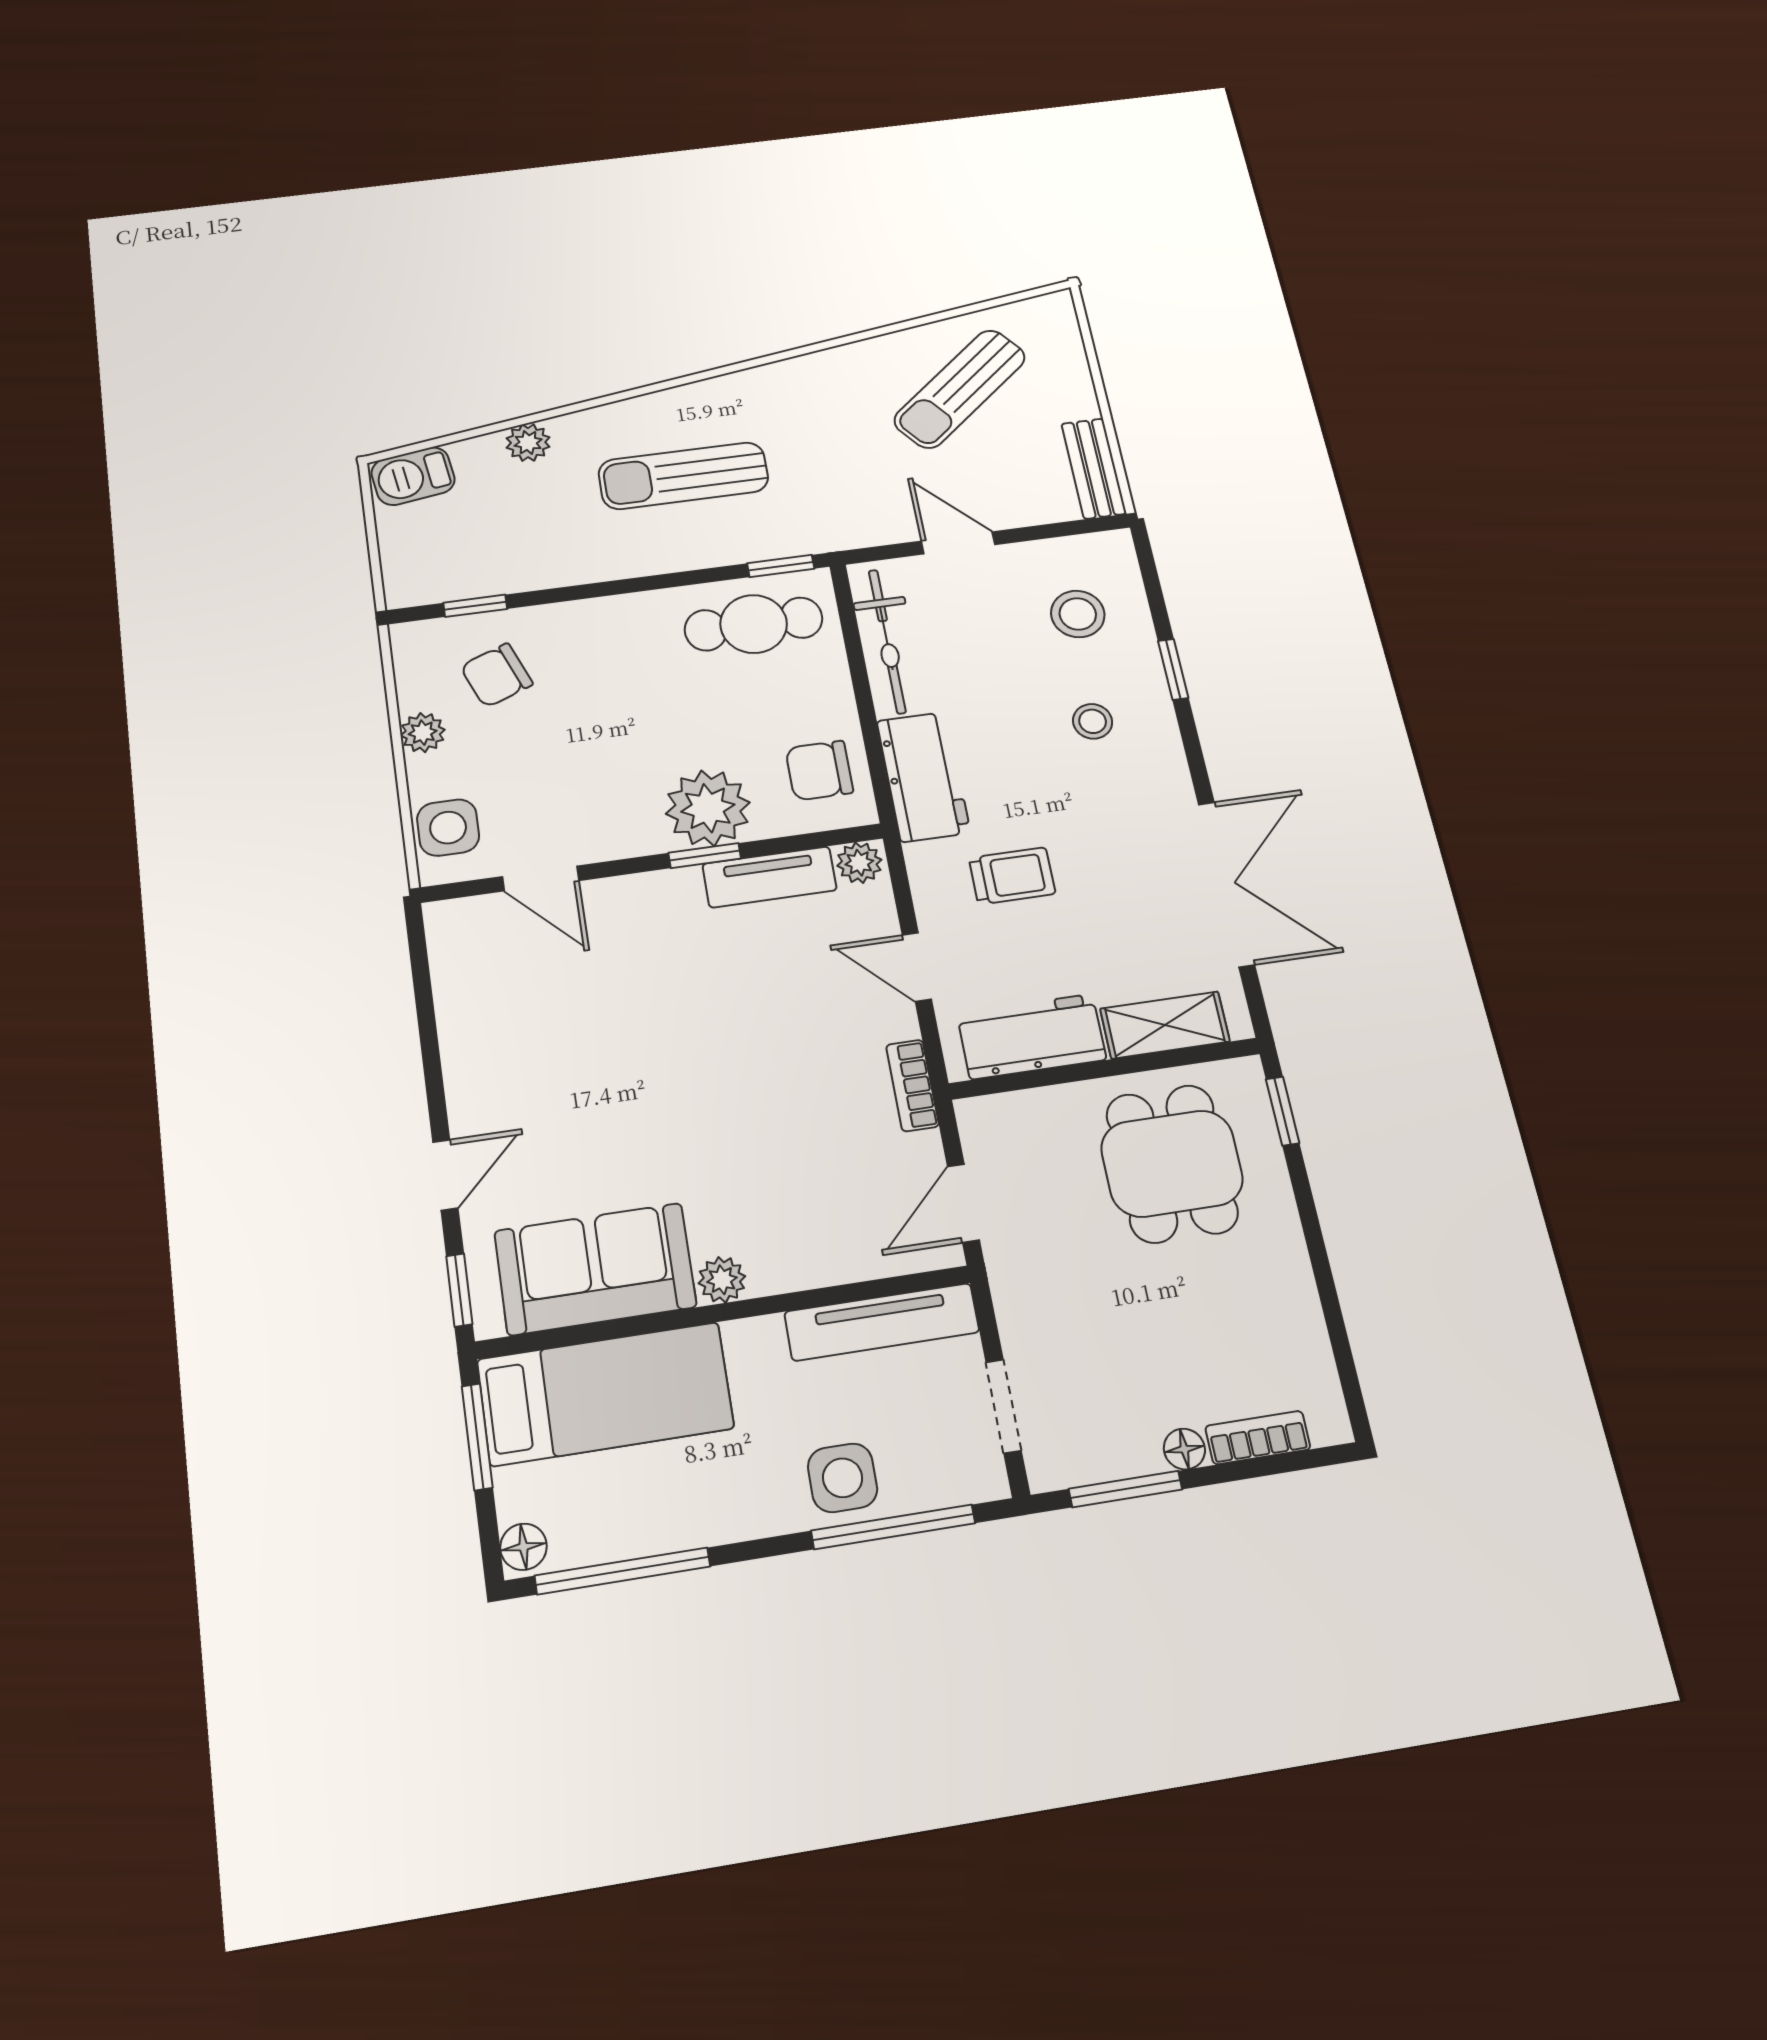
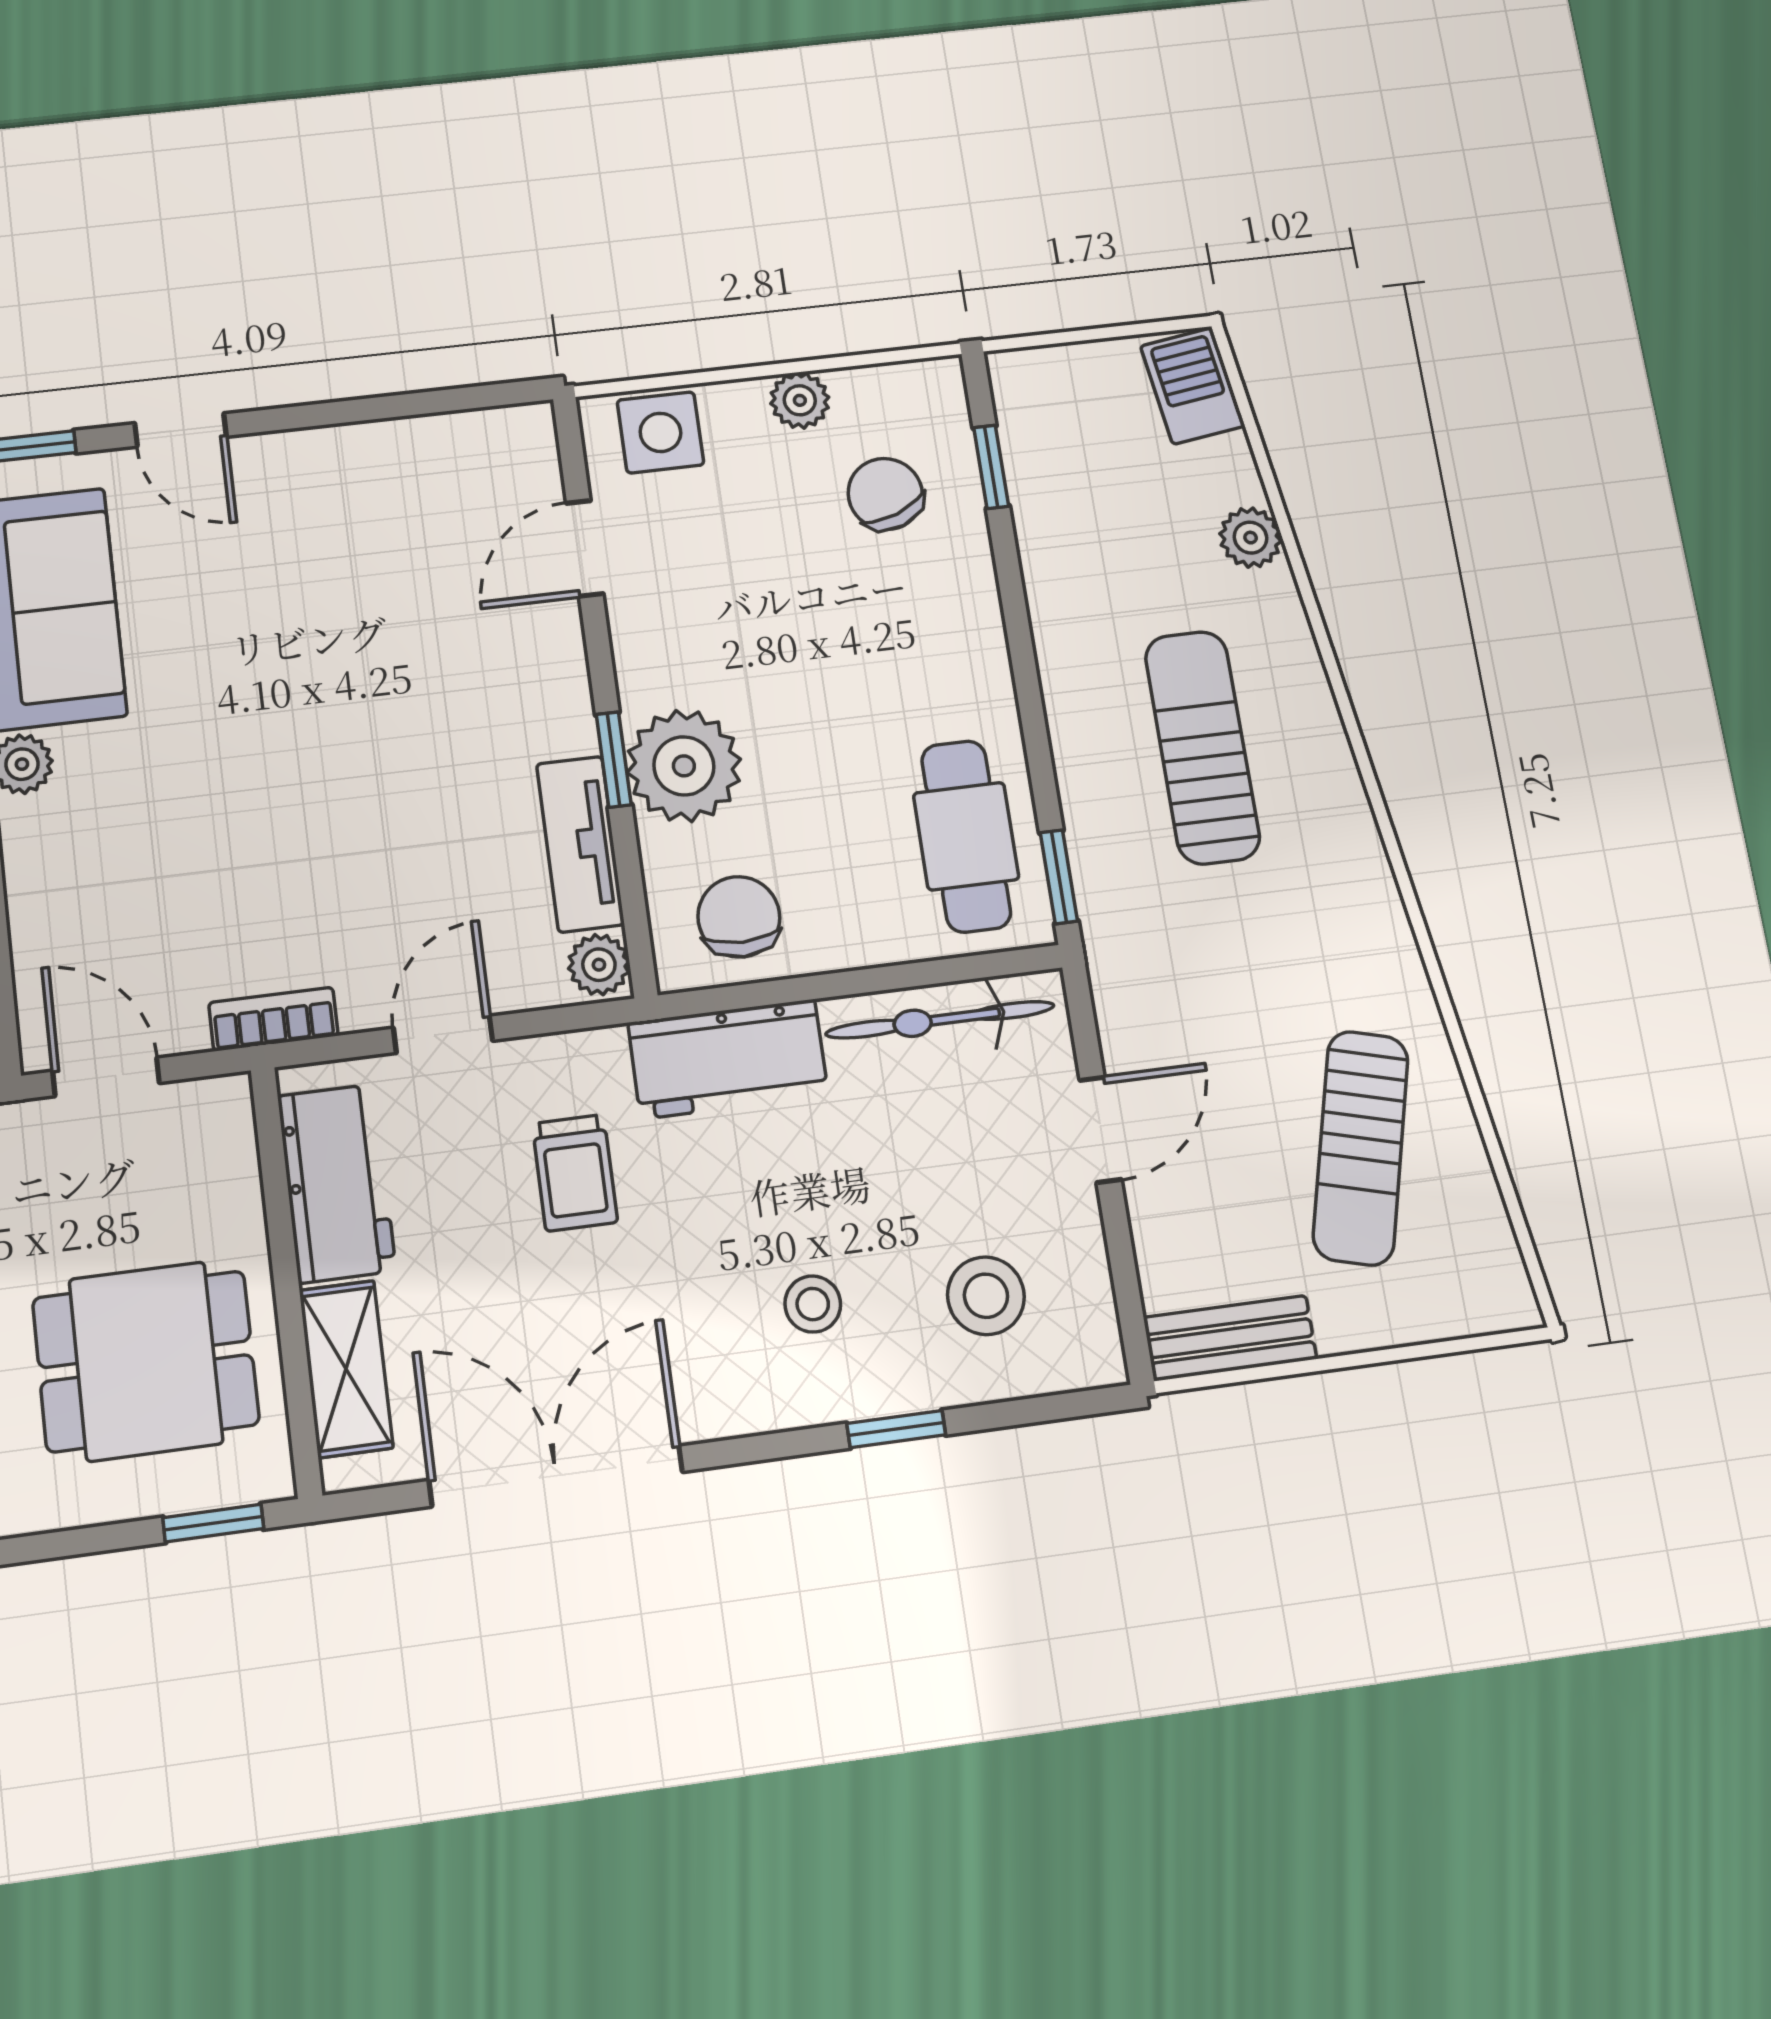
sun lounger: (960, 389) -> (1361, 1148), turned -126
double door: (1226, 884) -> (556, 1476), swing flipped

